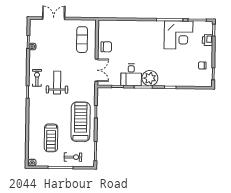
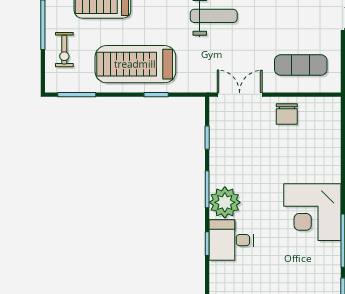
corner desk: (179, 35) -> (312, 212), moved
double door: (96, 70) -> (240, 95), swing flipped
desk: (131, 75) -> (231, 240), moved
treadmill: (81, 122) -> (135, 64), turned 180

